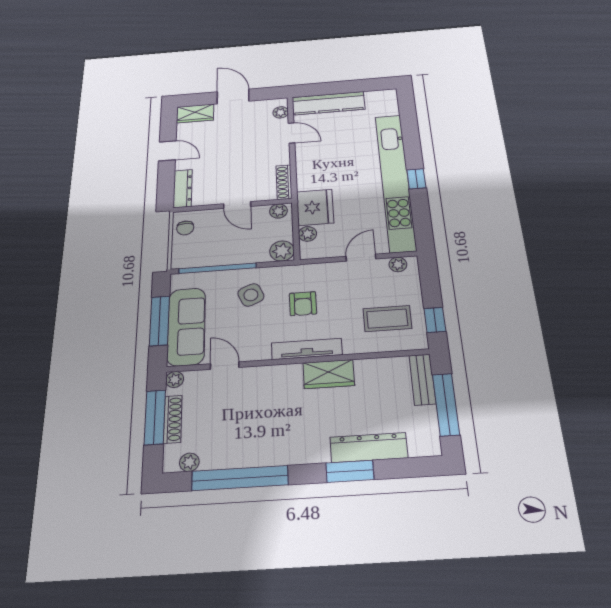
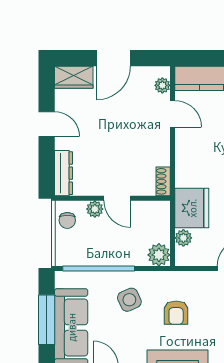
door: (233, 96) -> (113, 58), swing flipped
shoe rack: (284, 182) -> (163, 181), width x0.70
plant: (278, 211) -> (95, 209), moved

